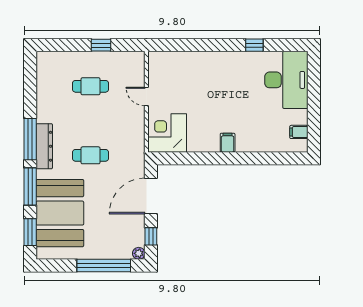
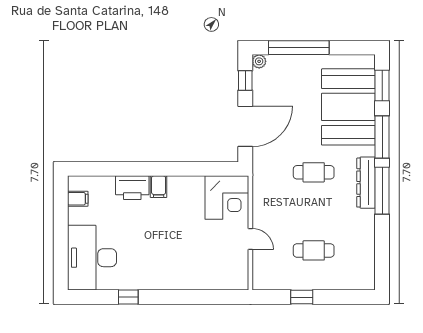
printer: (251, 142) -> (132, 188), added

